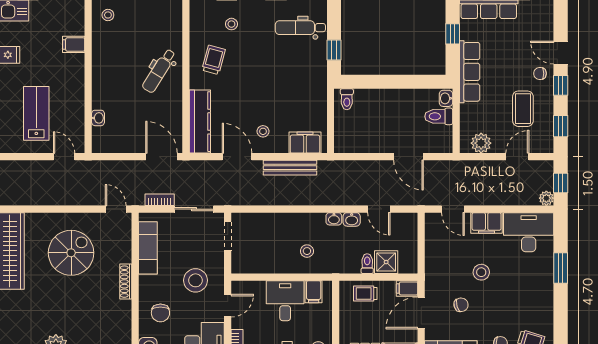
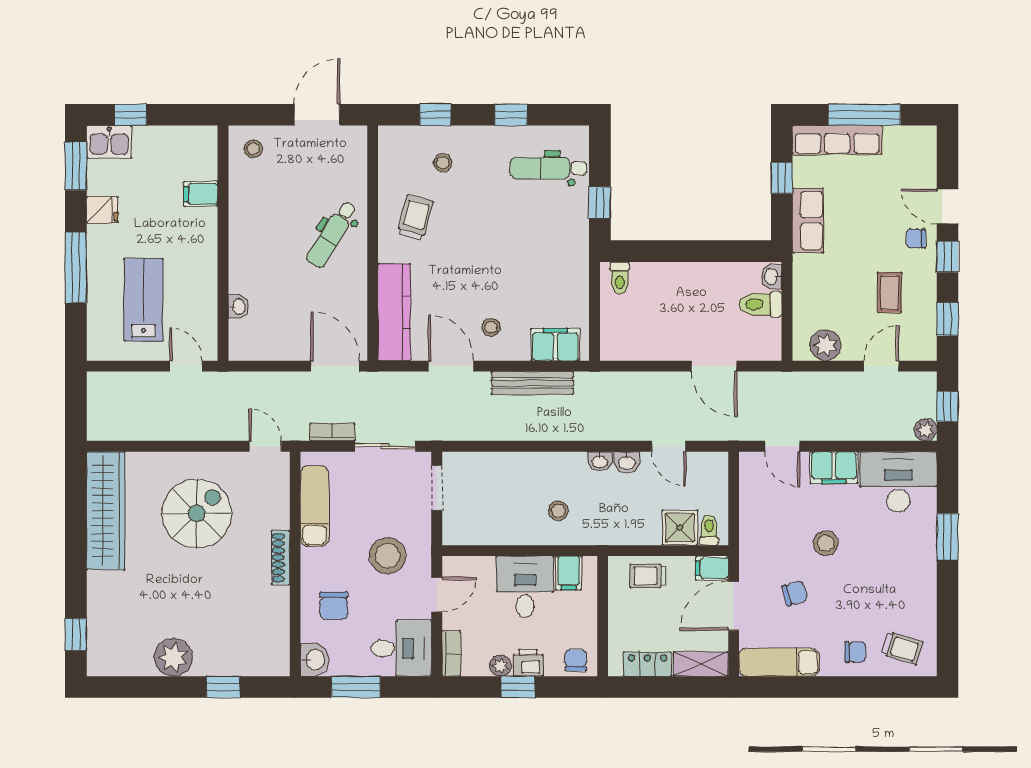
row of seats: (470, 72) -> (808, 220), width x0.68
coffee table: (523, 109) -> (890, 292), width x0.73, depth x0.77
toilet: (367, 264) -> (709, 530), moved

